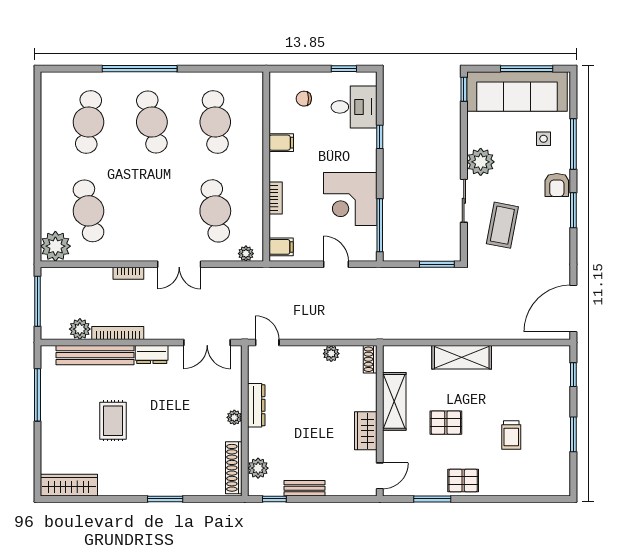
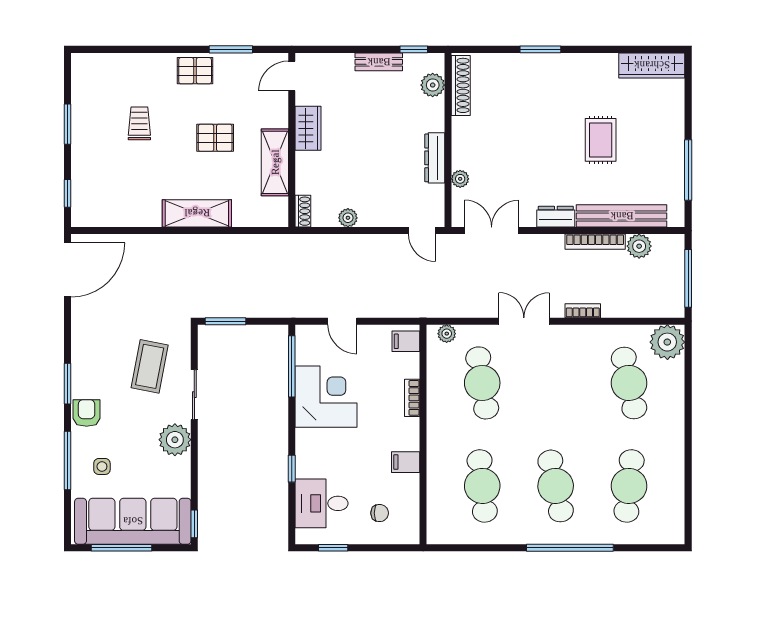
plant: (234, 417) -> (460, 179), moved

